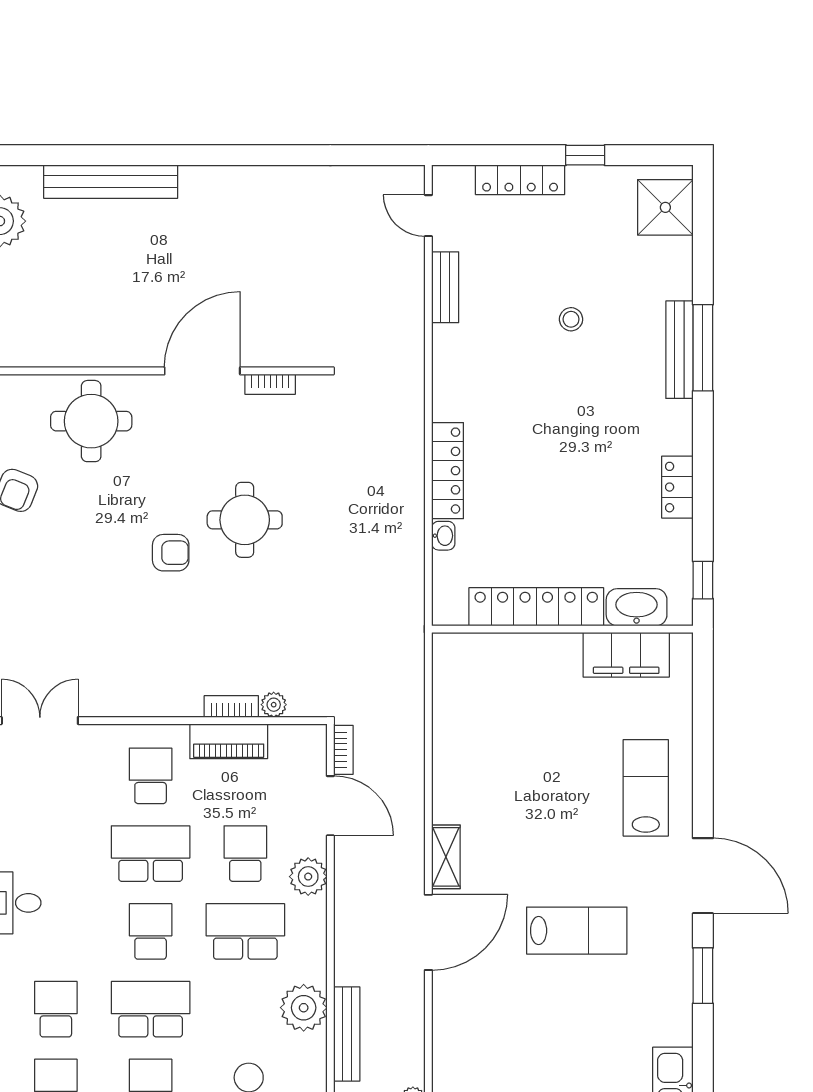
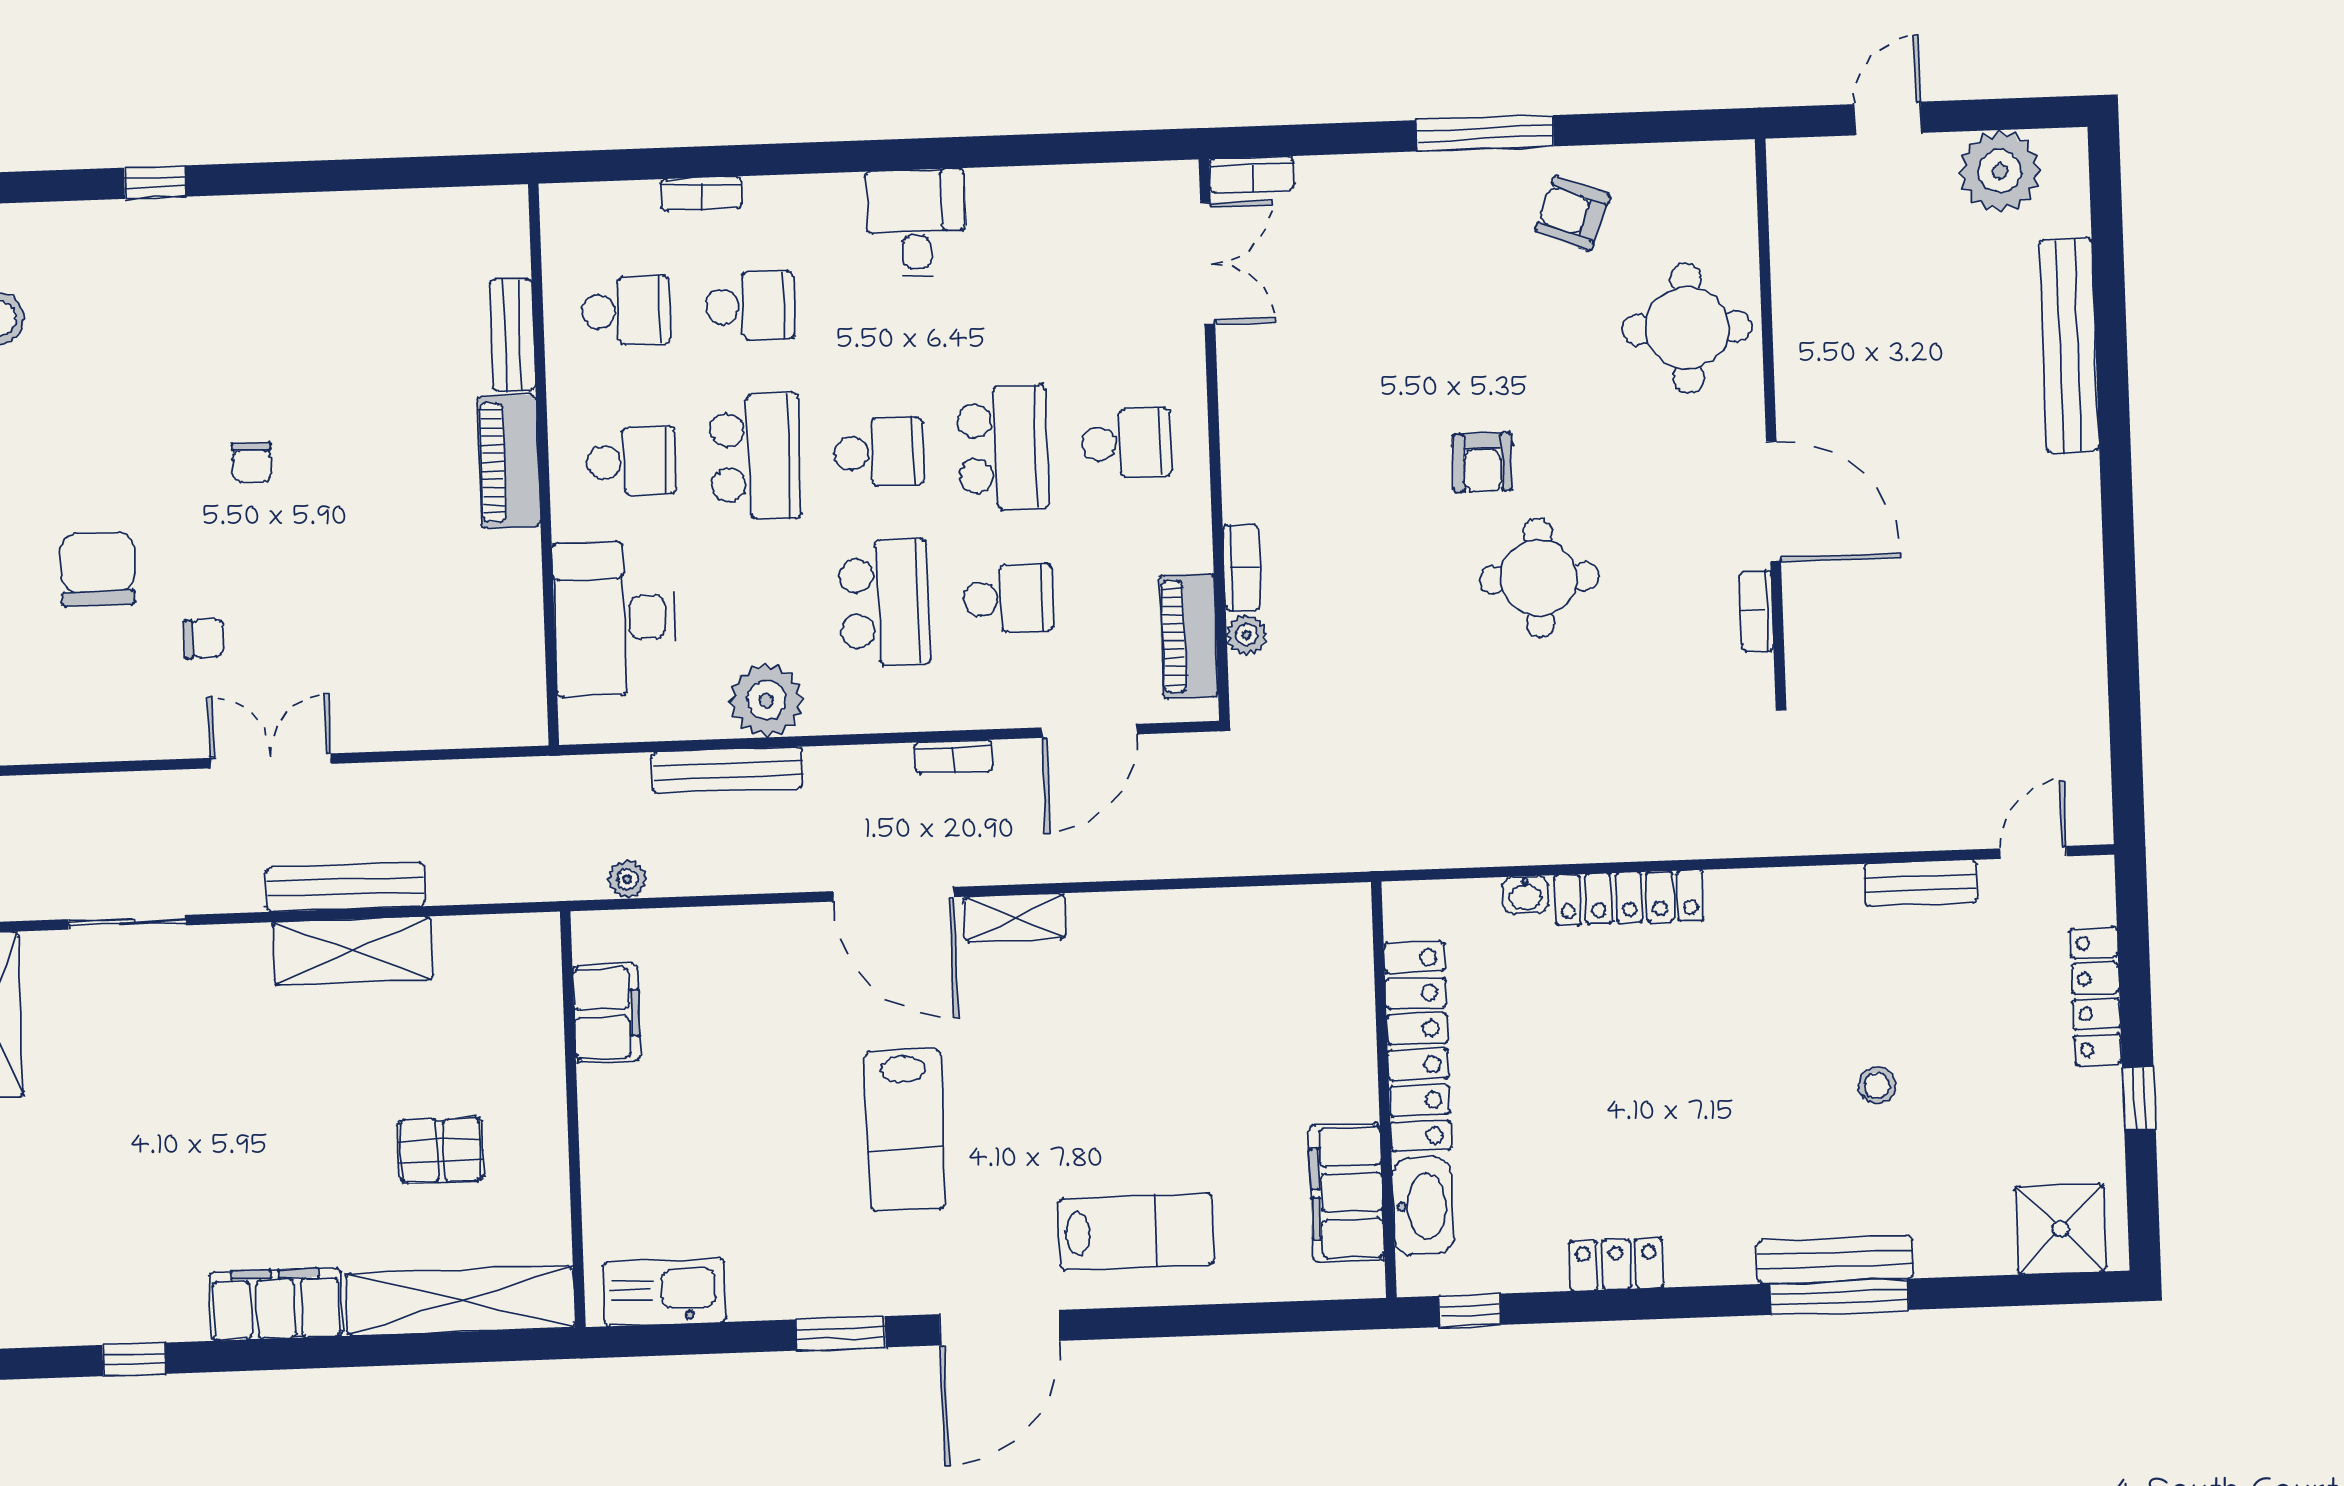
piano: (229, 741) -> (1188, 636), moved
bookcase: (343, 750) -> (954, 757), moved
plant: (308, 877) -> (975, 700), removed

